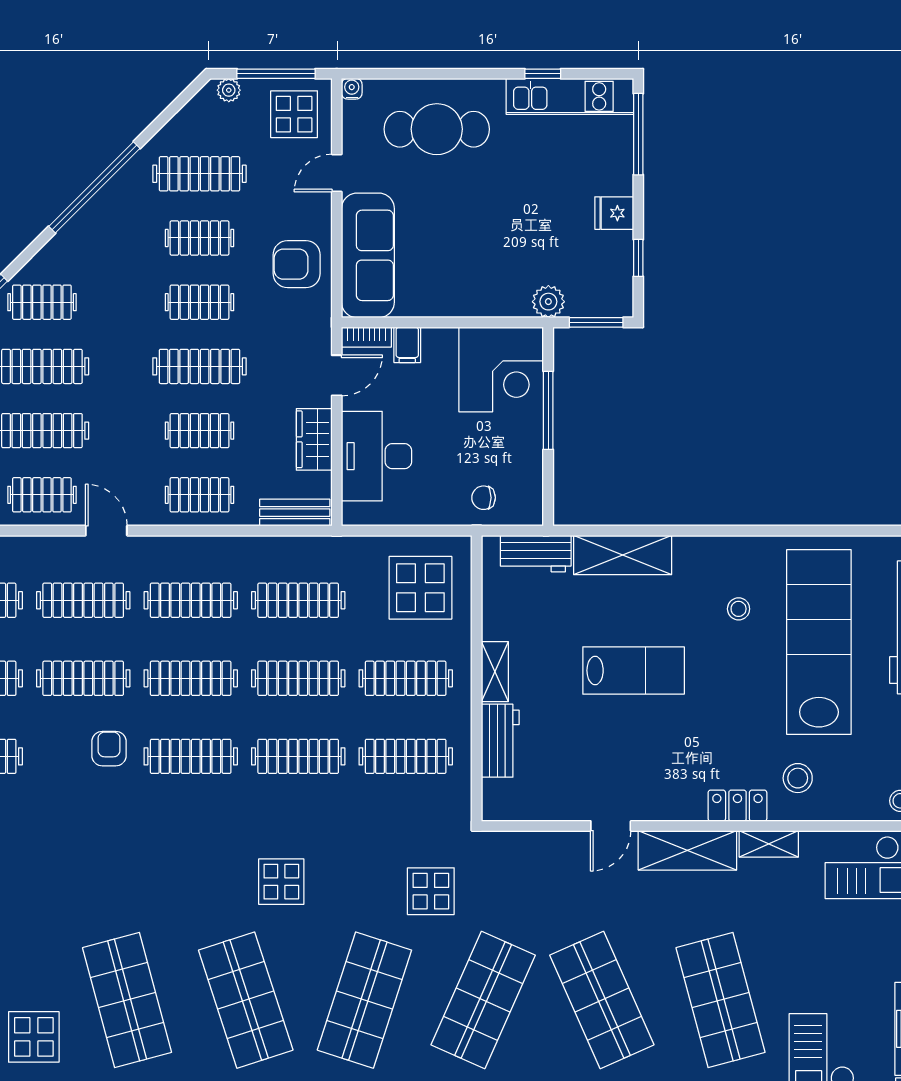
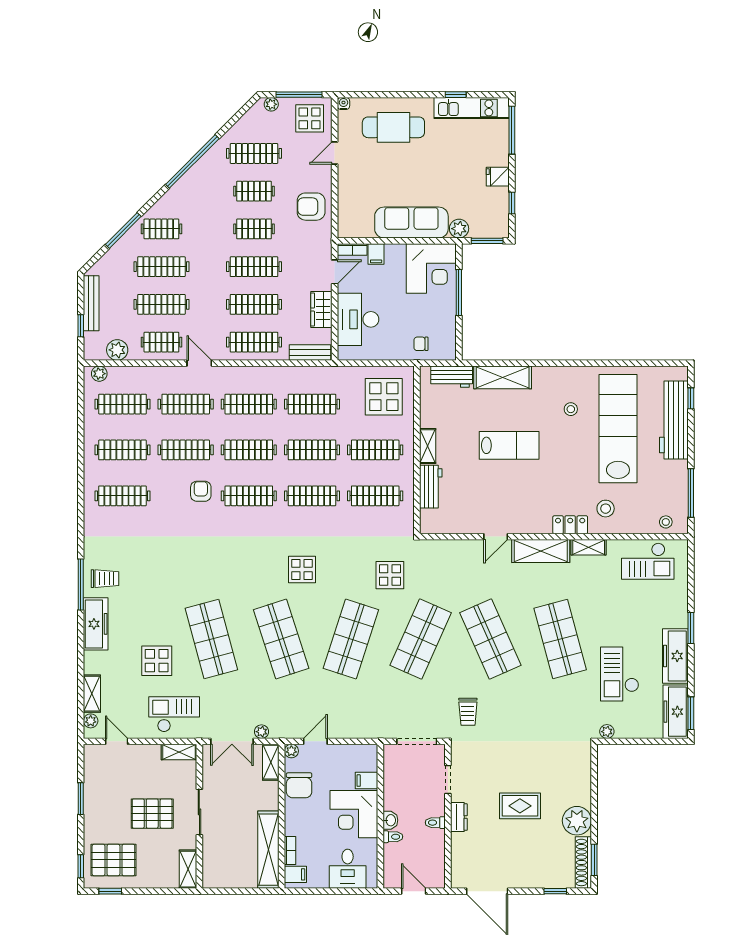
sofa: (368, 255) -> (411, 222), moved, turned -90
clothes rail: (199, 431) -> (254, 304), width x1.36
clothes rail: (199, 495) -> (254, 342), width x1.36

